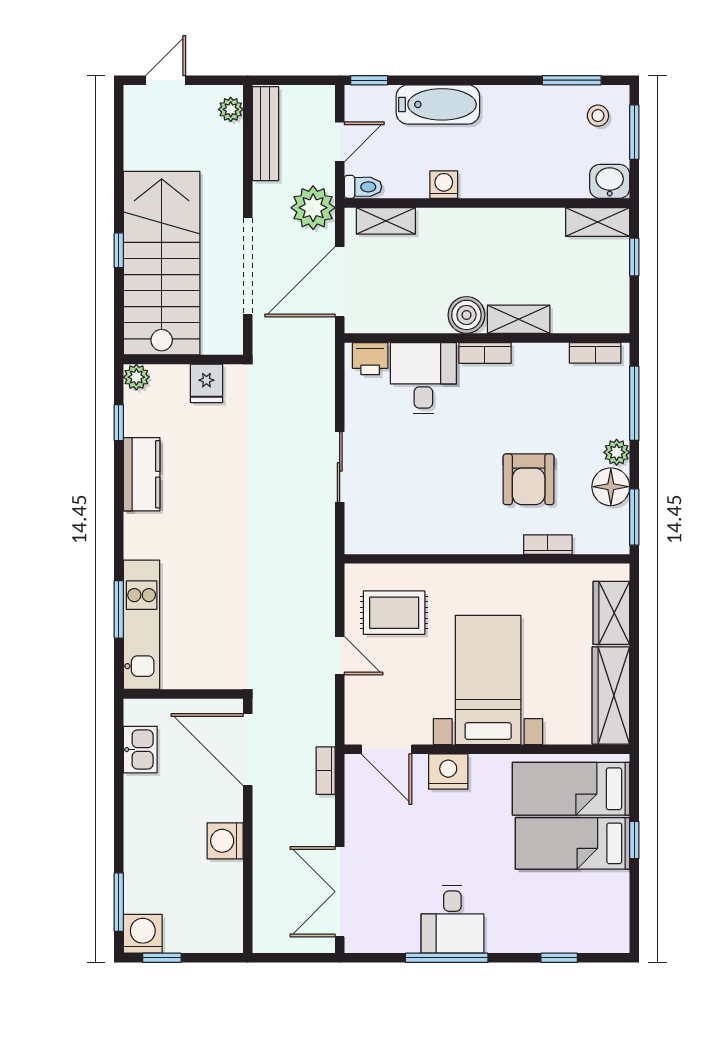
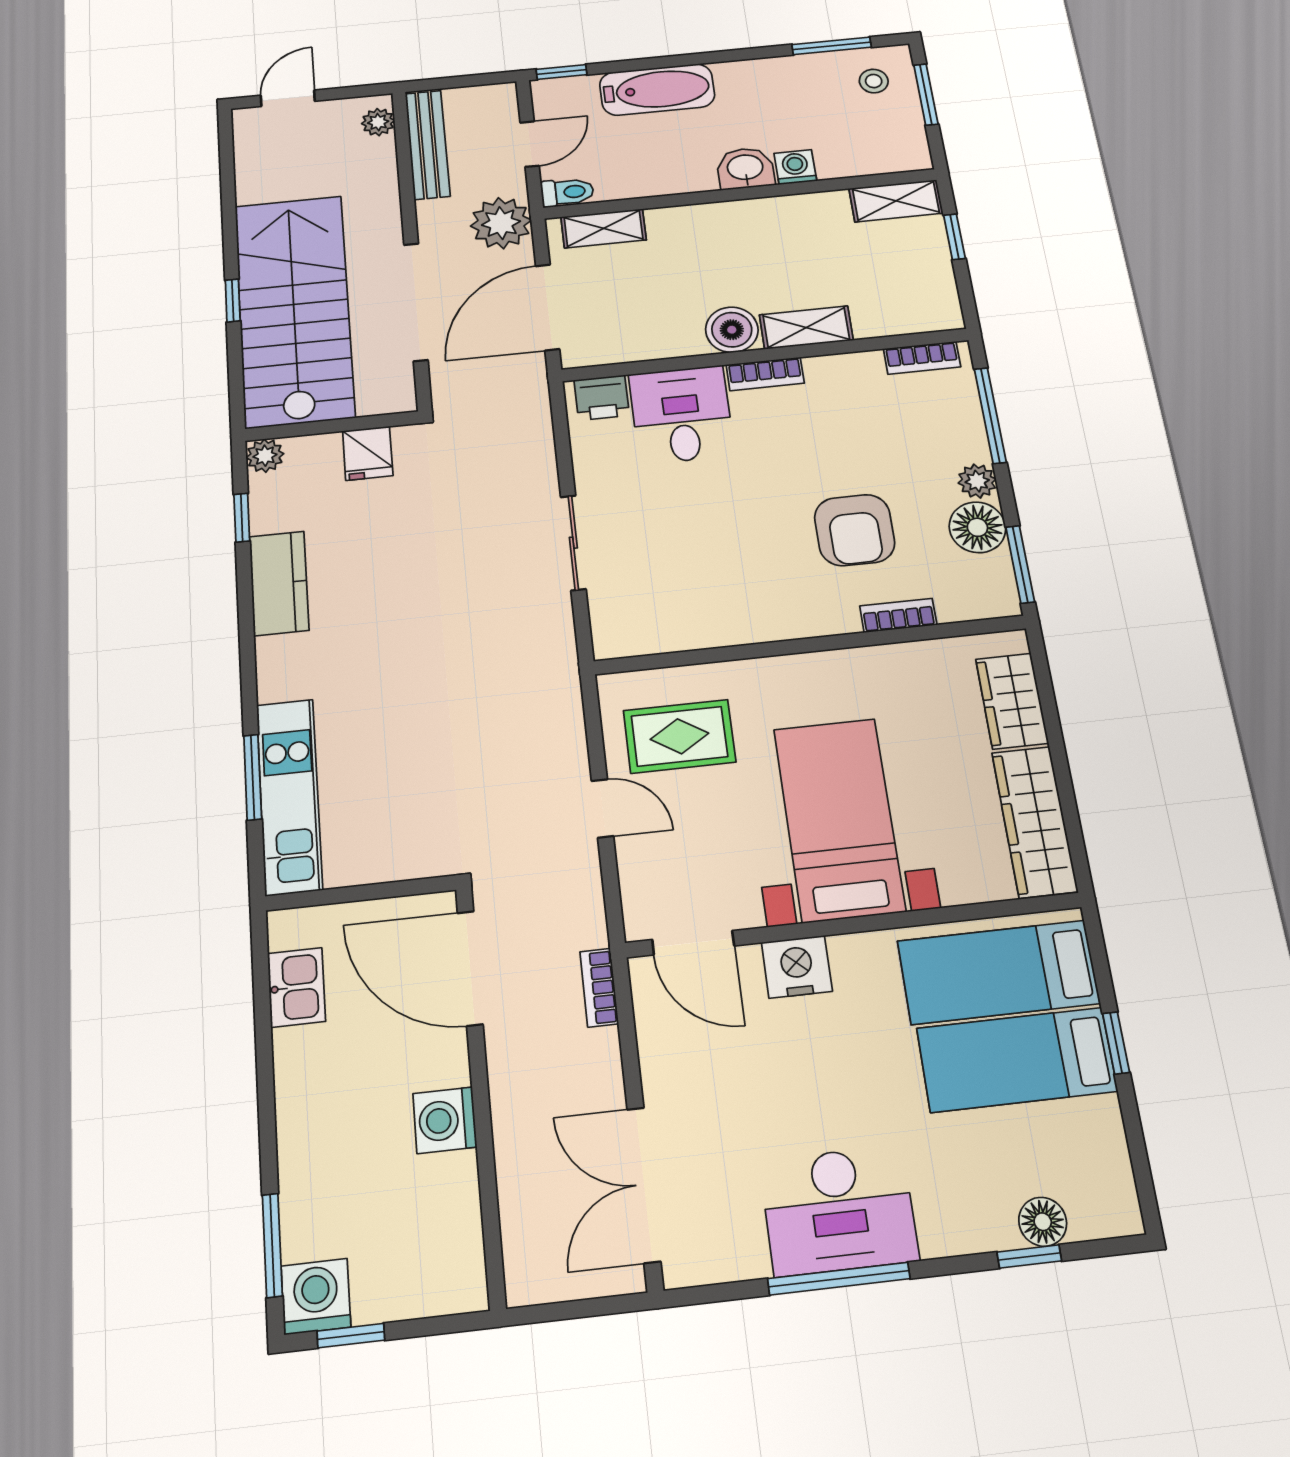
washbasin: (610, 181) -> (745, 168), moved
washing machine: (444, 185) -> (795, 167), moved
desk: (452, 919) -> (839, 1210), width x1.37
floor lamp: (571, 939) -> (1043, 1222), added

